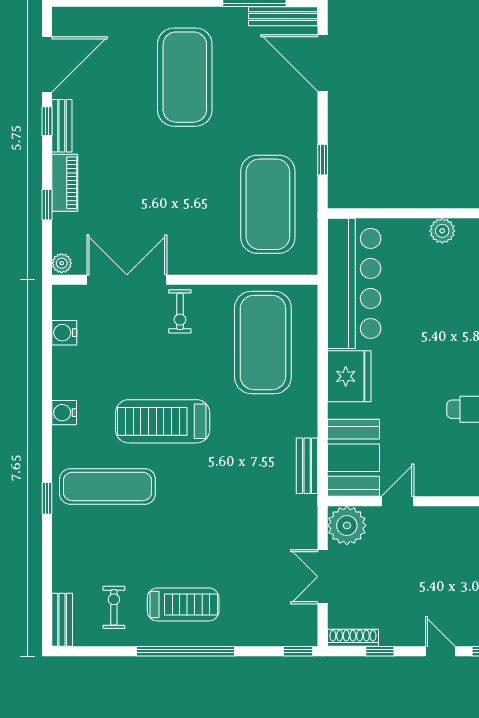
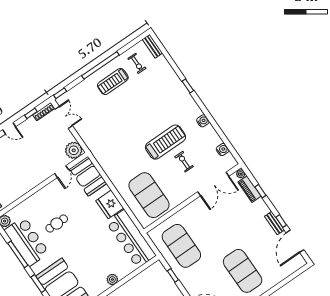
piano: (65, 183) -> (250, 189), moved
exercise bike: (180, 311) -> (184, 162), moved
bench: (307, 466) -> (103, 162), removed
exercise mat: (107, 486) -> (169, 105), removed
double door: (323, 577) -> (64, 117), moved

